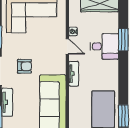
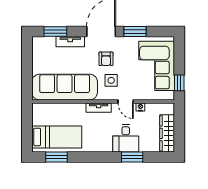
door: (67, 46) -> (126, 101), hinge flipped
side table: (46, 61) -> (111, 80), added

